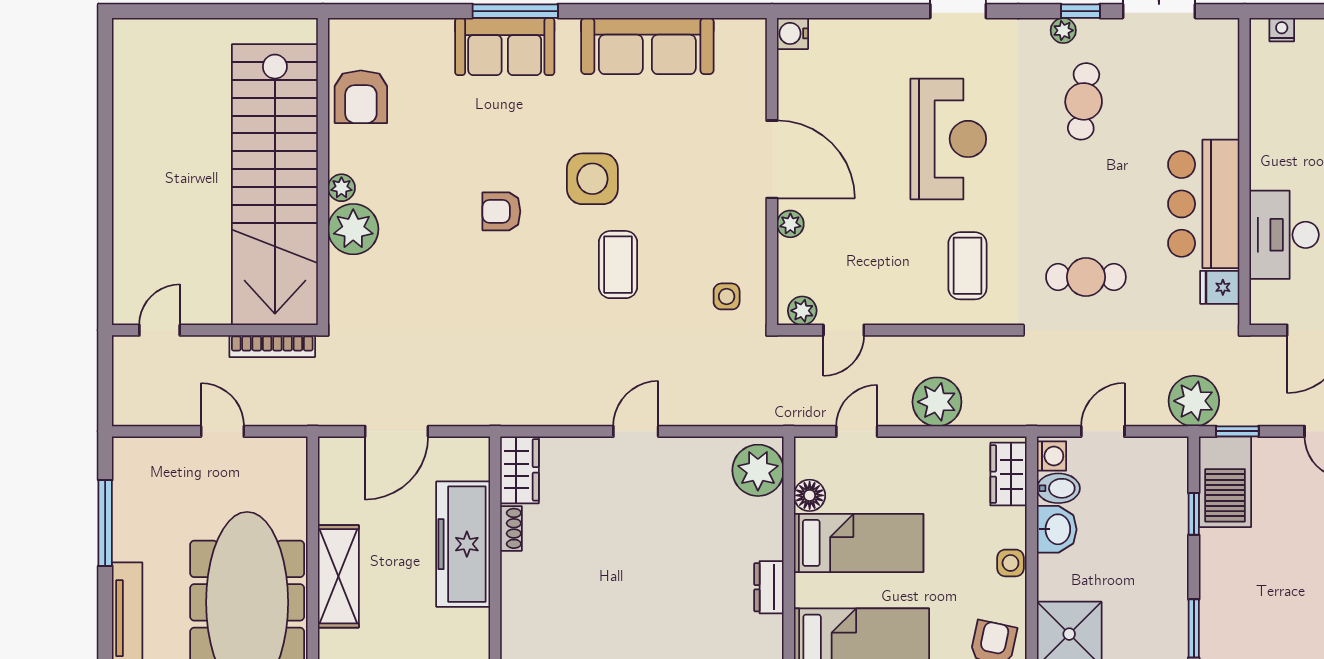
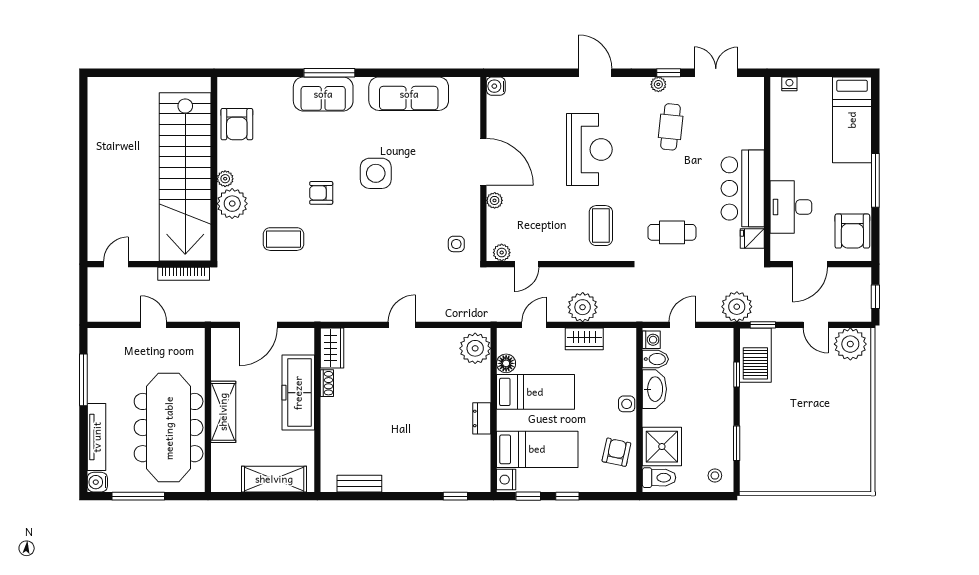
coffee table: (618, 265) -> (284, 239), moved, turned 90
wardrobe: (1009, 474) -> (584, 339), moved, turned -90
washbasin: (1057, 529) -> (654, 389), width x1.38

